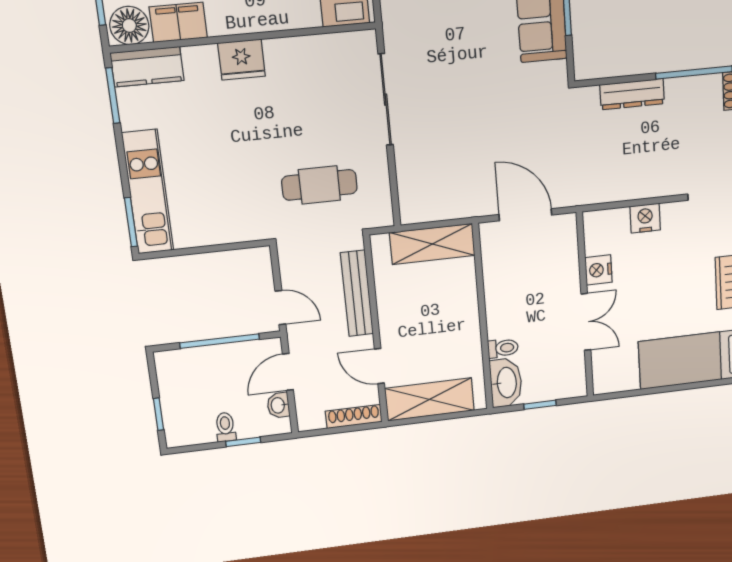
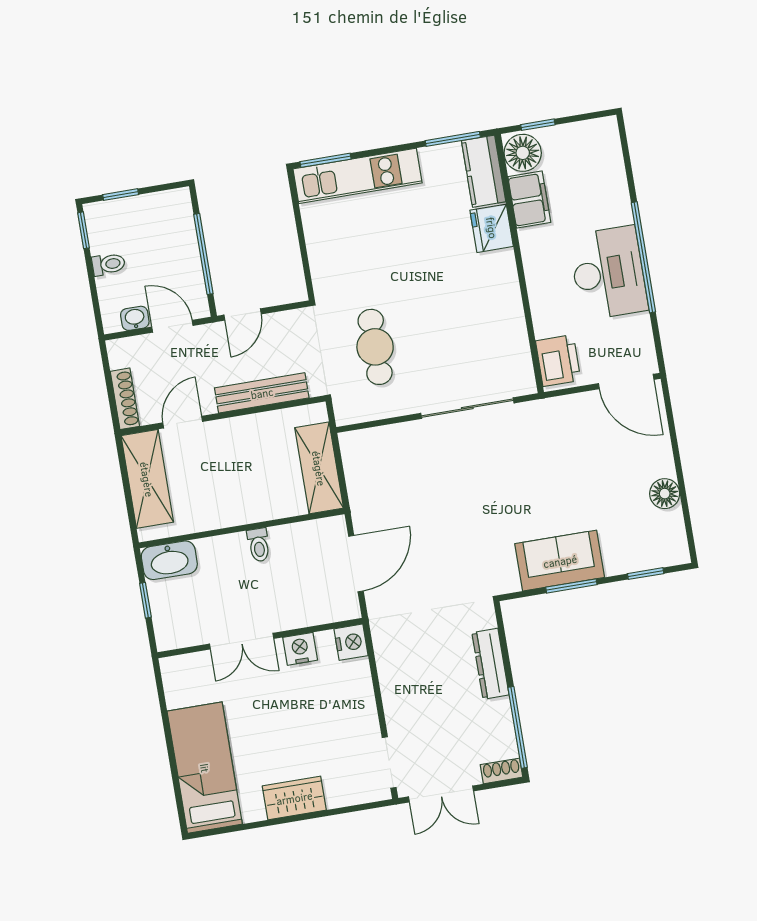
fridge: (241, 60) -> (492, 228), moved
nightstand: (645, 218) -> (351, 642), moved
toilet: (503, 348) -> (259, 545), moved
window: (243, 442) -> (83, 230), moved

